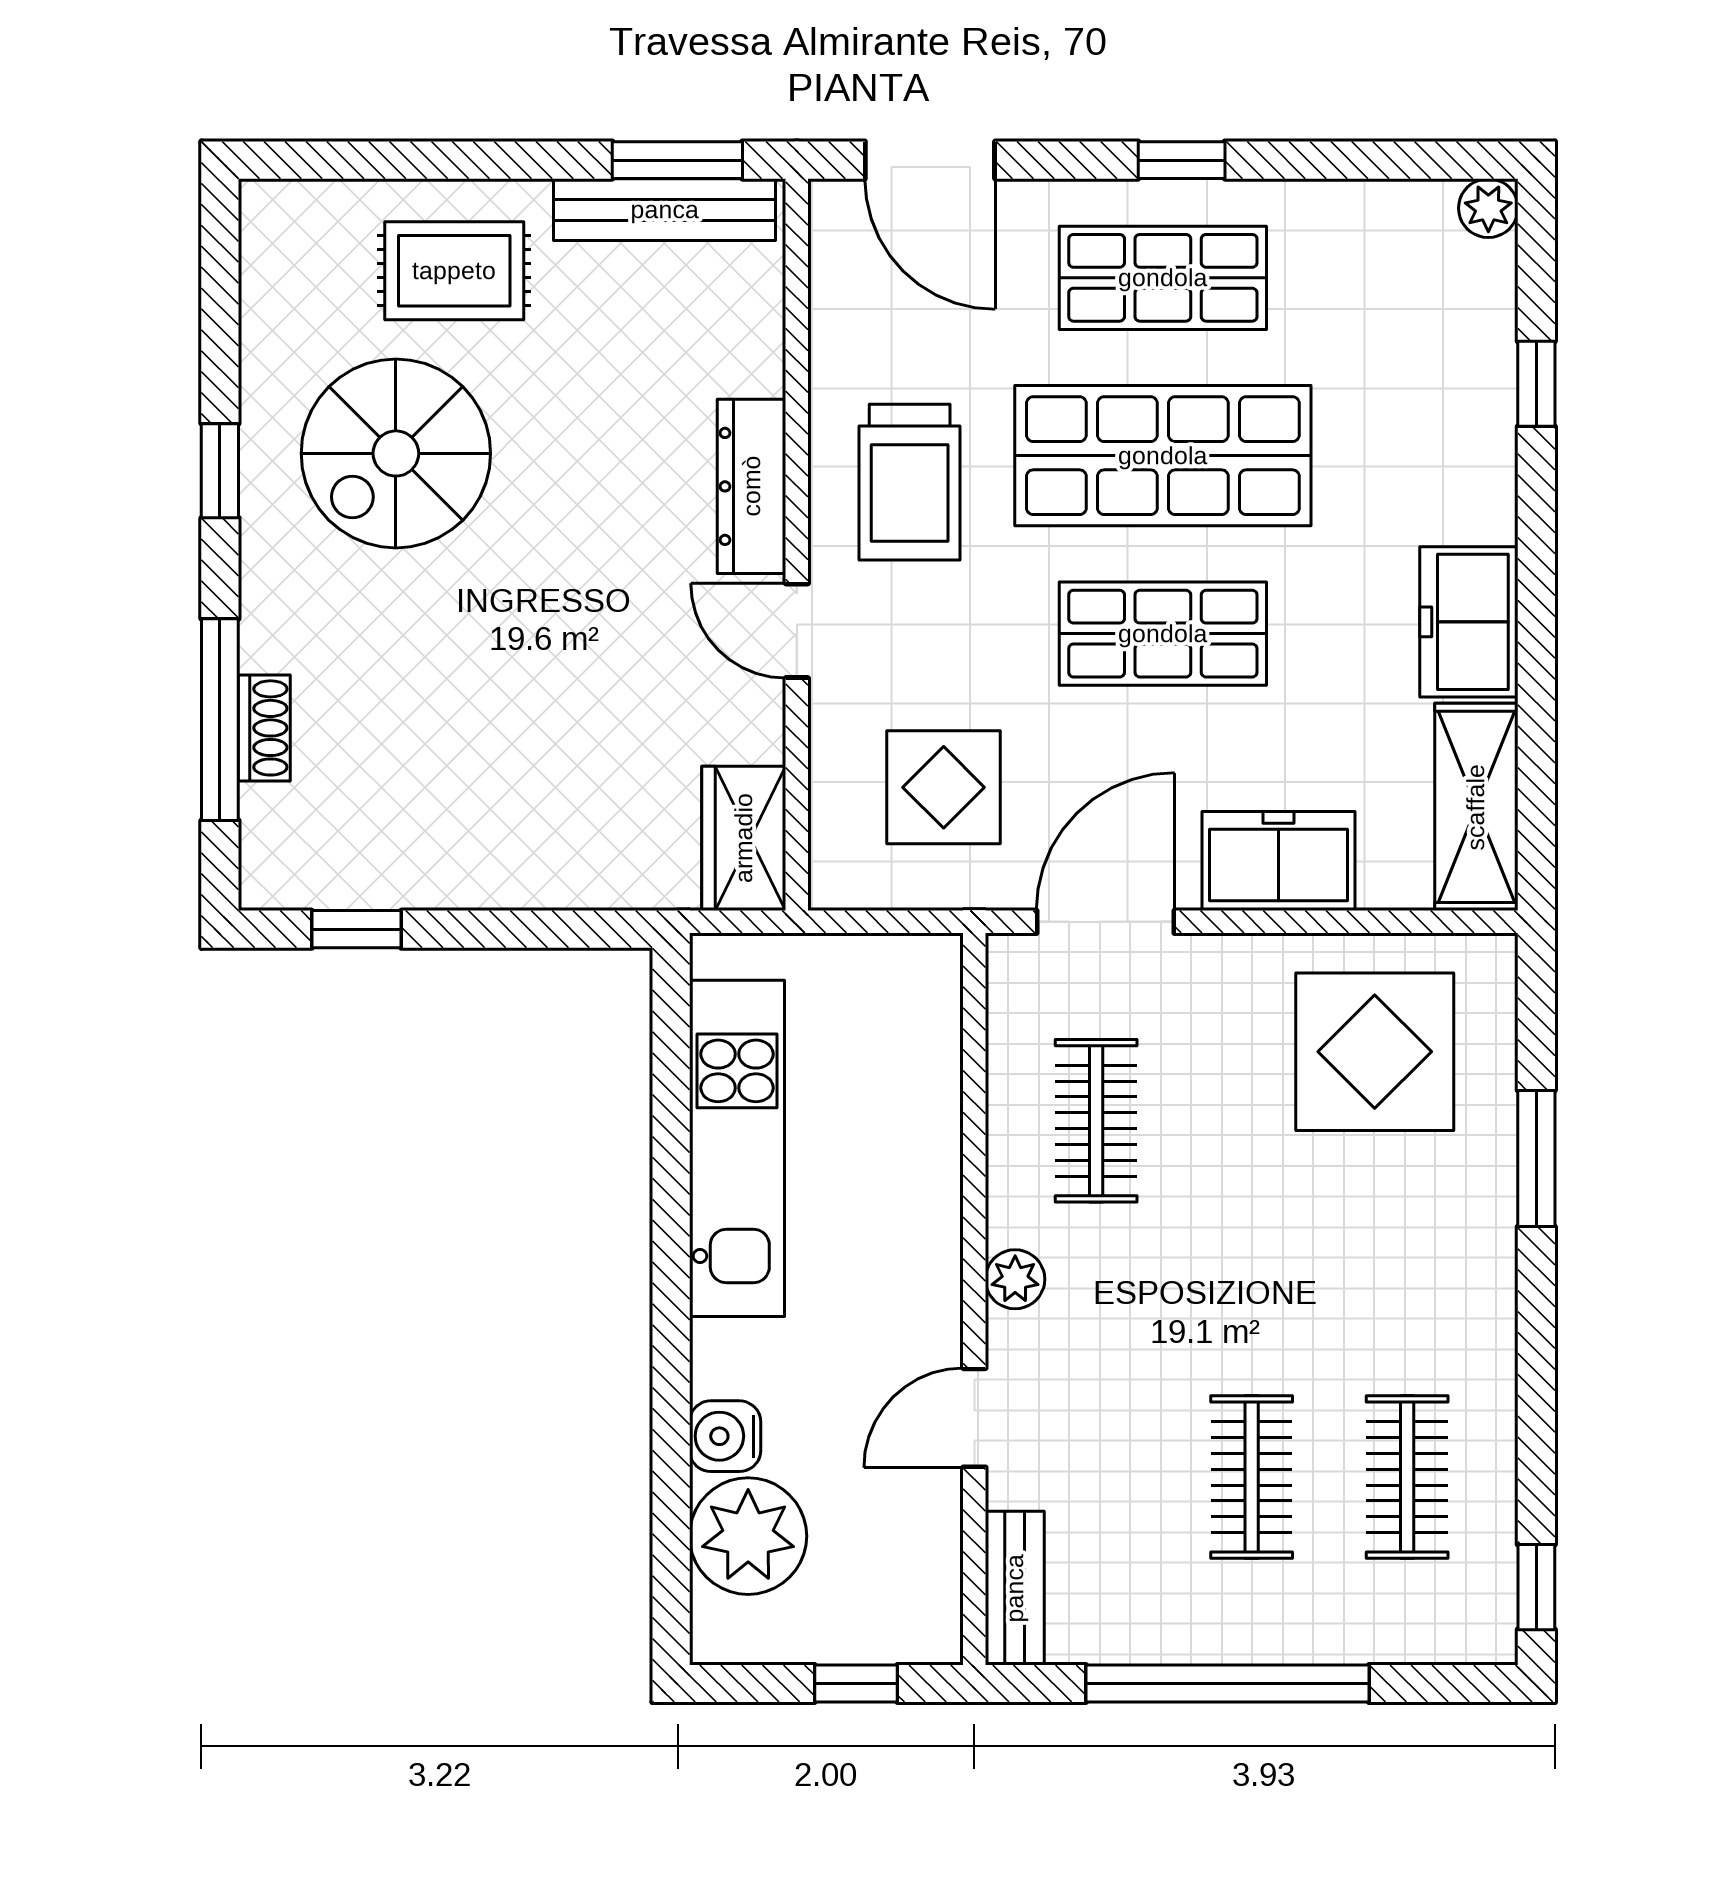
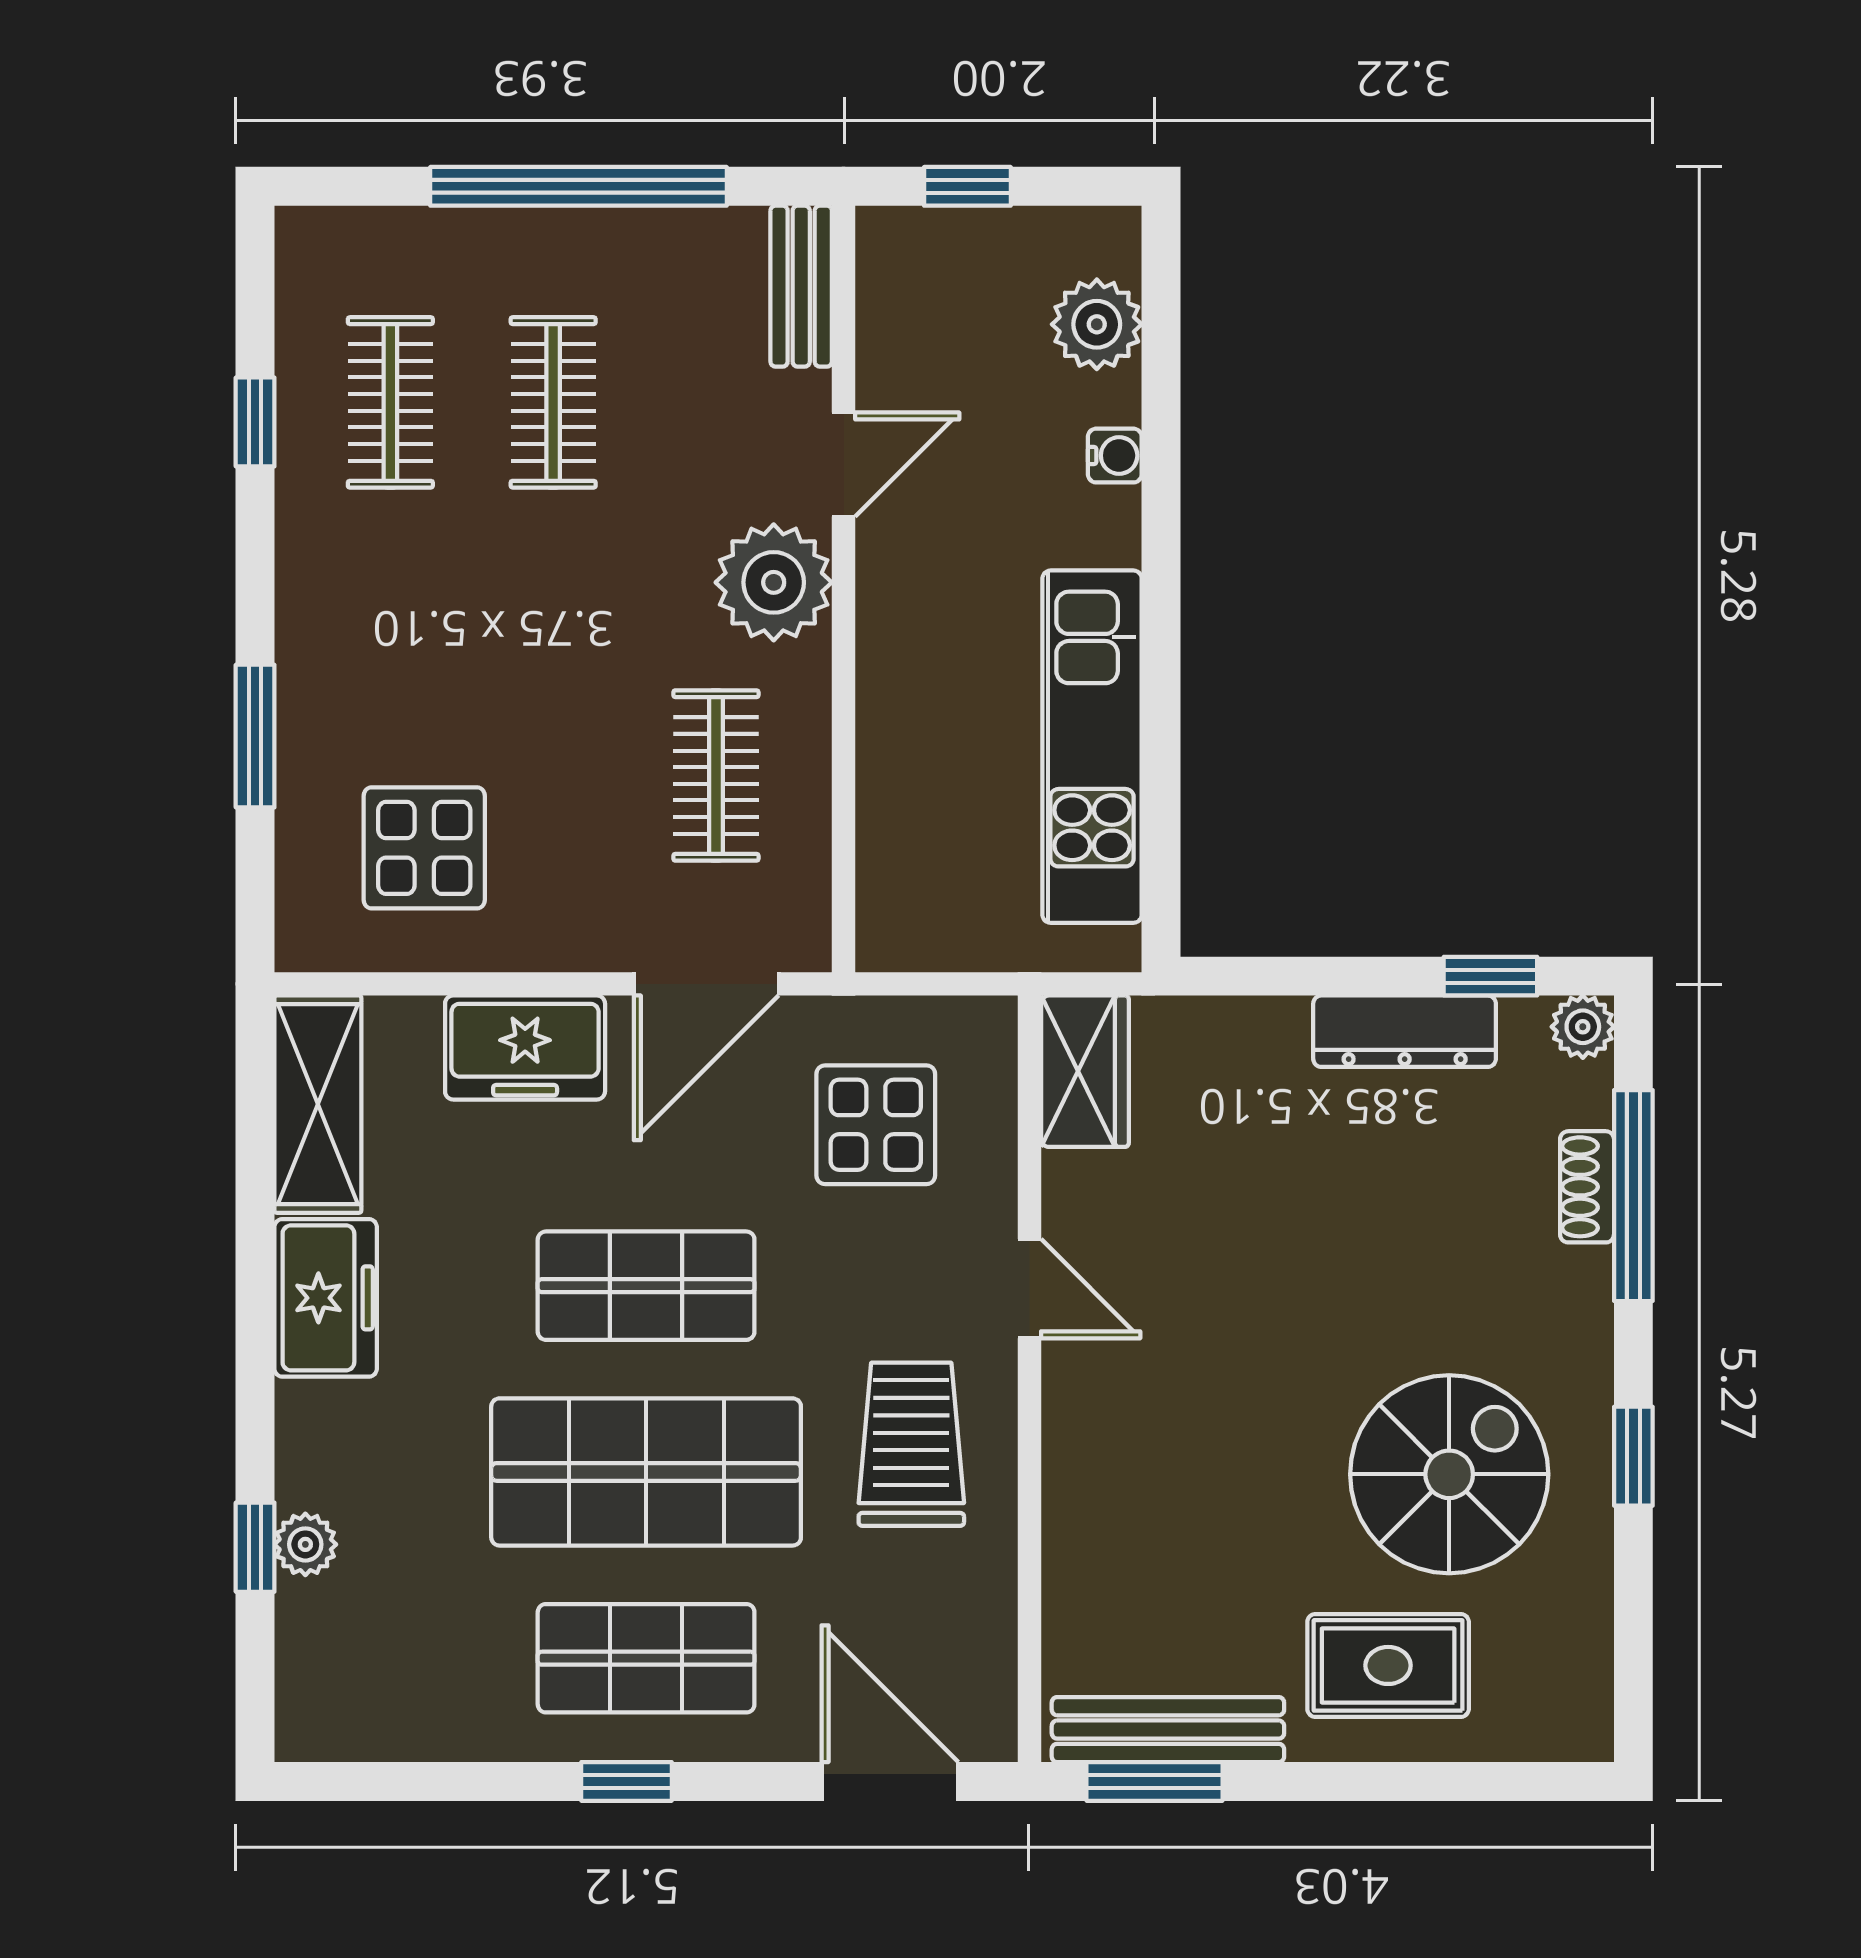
plant: (1488, 208) -> (305, 1544), moved
dresser: (752, 486) -> (1405, 1031), moved, turned 90
plant: (268, 881) -> (1583, 1027), added
display table: (1375, 1052) -> (424, 848), width x0.73, depth x0.73
plant: (1015, 1279) -> (774, 582), width x1.87, depth x1.87
water cooler: (725, 1436) -> (1115, 456), width x0.72, depth x0.72
plant: (748, 1536) -> (1097, 324), width x0.73, depth x0.73
window: (1536, 1587) -> (255, 422), moved

